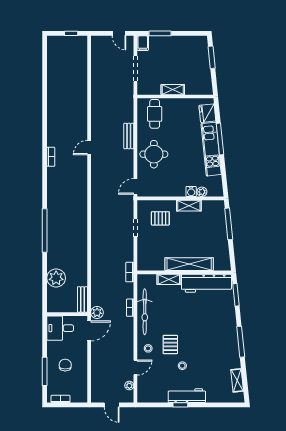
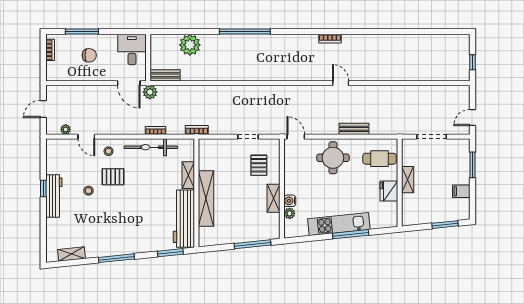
filing cabinet: (143, 43) -> (461, 191), moved
fridge: (207, 113) -> (389, 191), moved, turned -84

